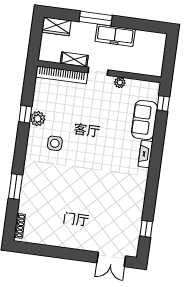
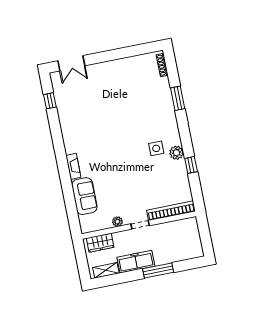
wardrobe: (57, 26) -> (100, 243), moved, turned 180
shelving: (74, 59) -> (106, 270), moved
window: (163, 103) -> (73, 216), removed
plant: (38, 119) -> (176, 153), moved
double door: (111, 259) -> (71, 63), swing flipped

